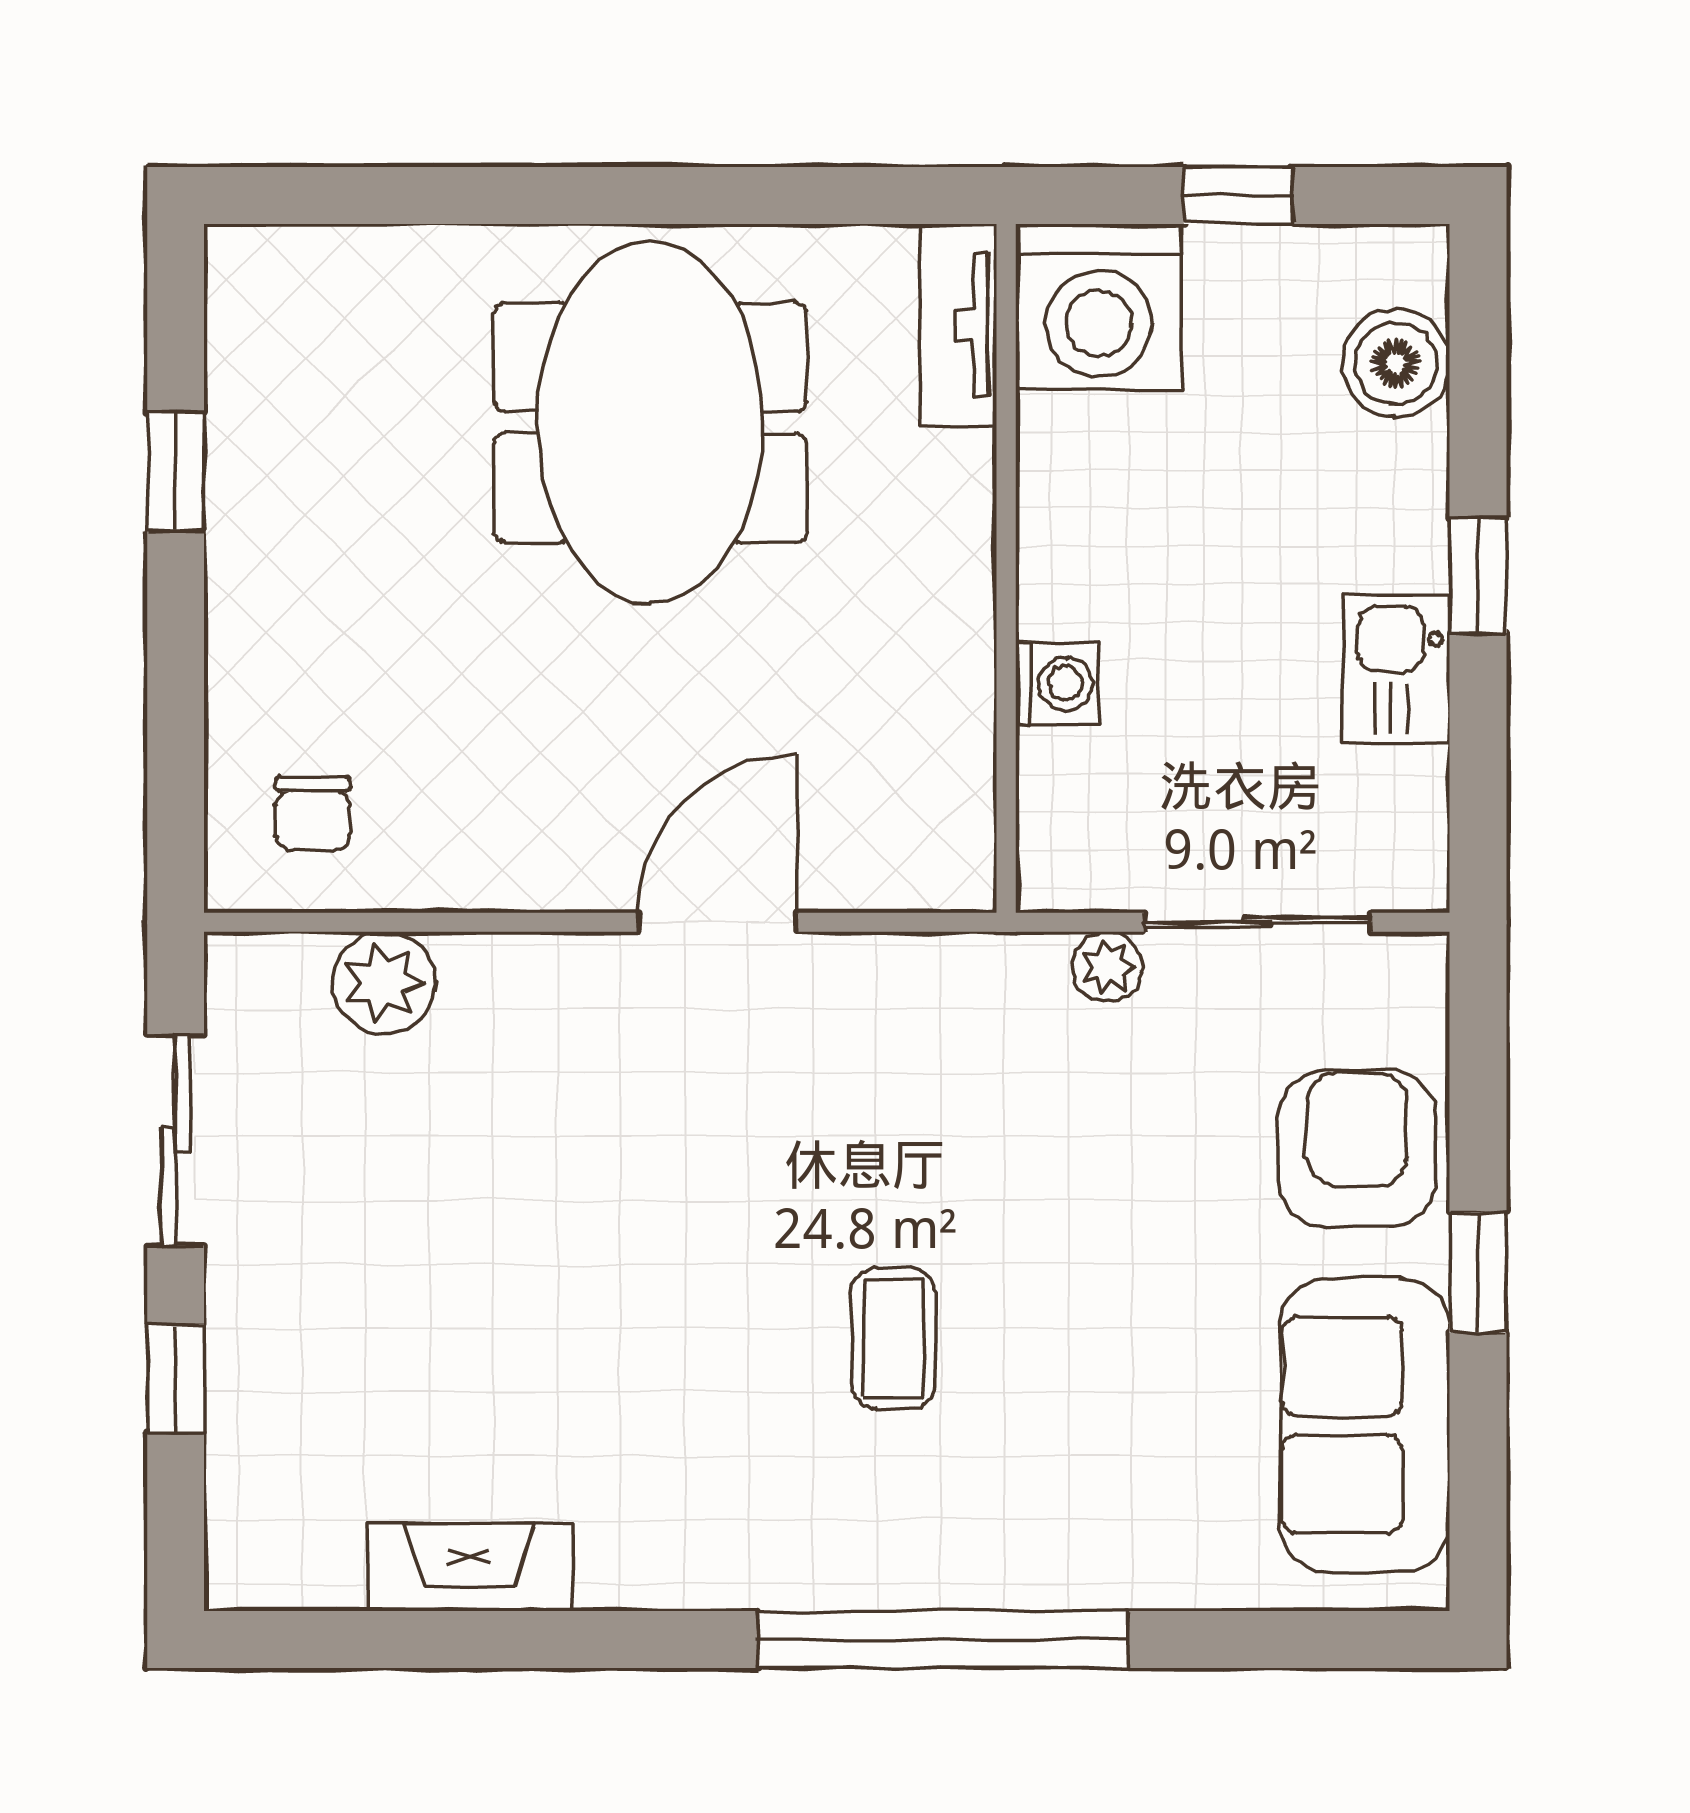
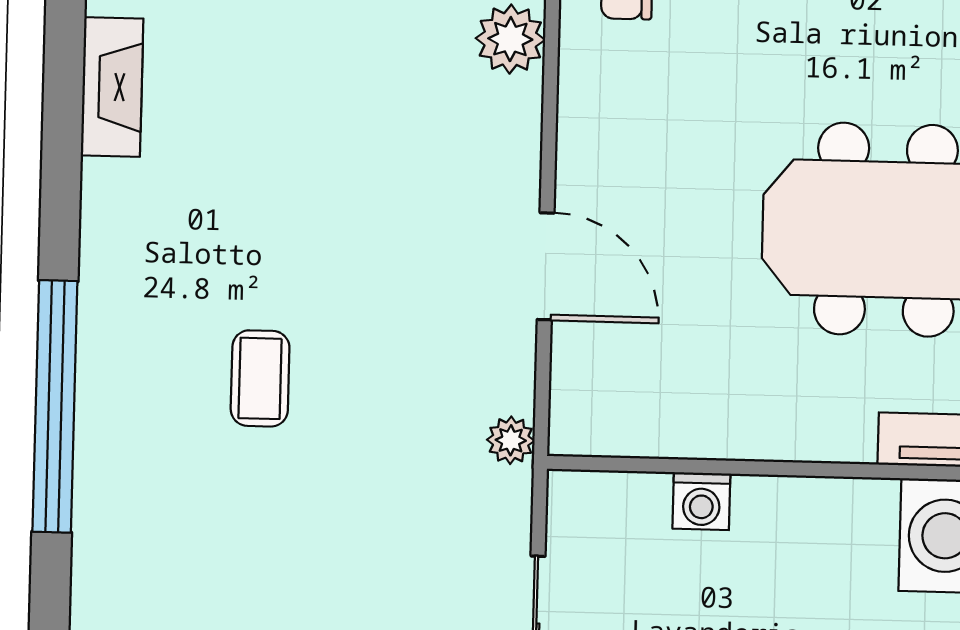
plant: (1107, 967) -> (511, 440), moved
coffee table: (893, 1338) -> (260, 378), turned 90

